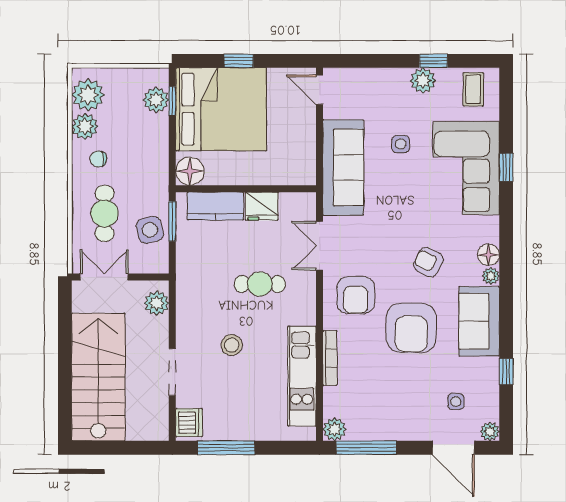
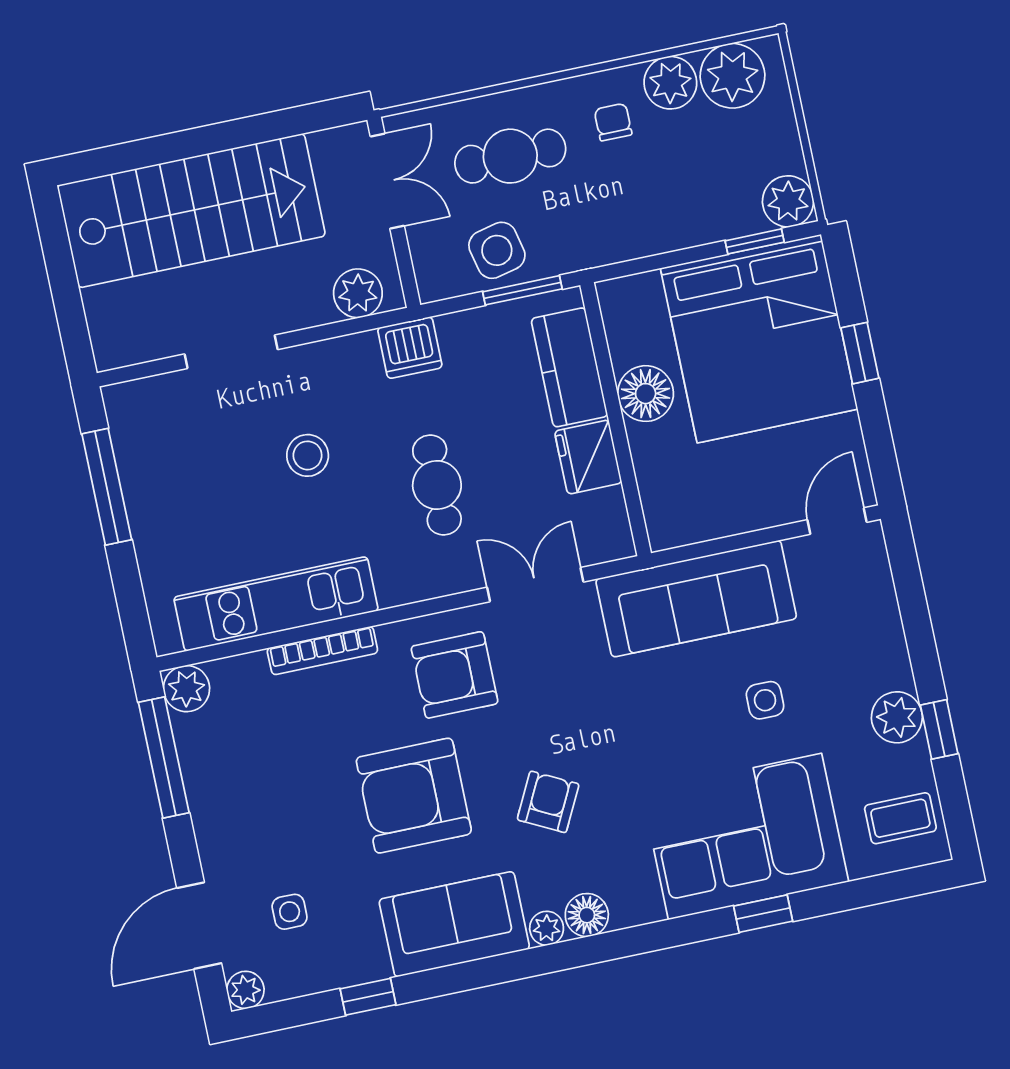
plant: (156, 100) -> (788, 201), moved
floor lamp: (190, 171) -> (646, 394), moved
dishwasher: (189, 423) -> (410, 348), moved

